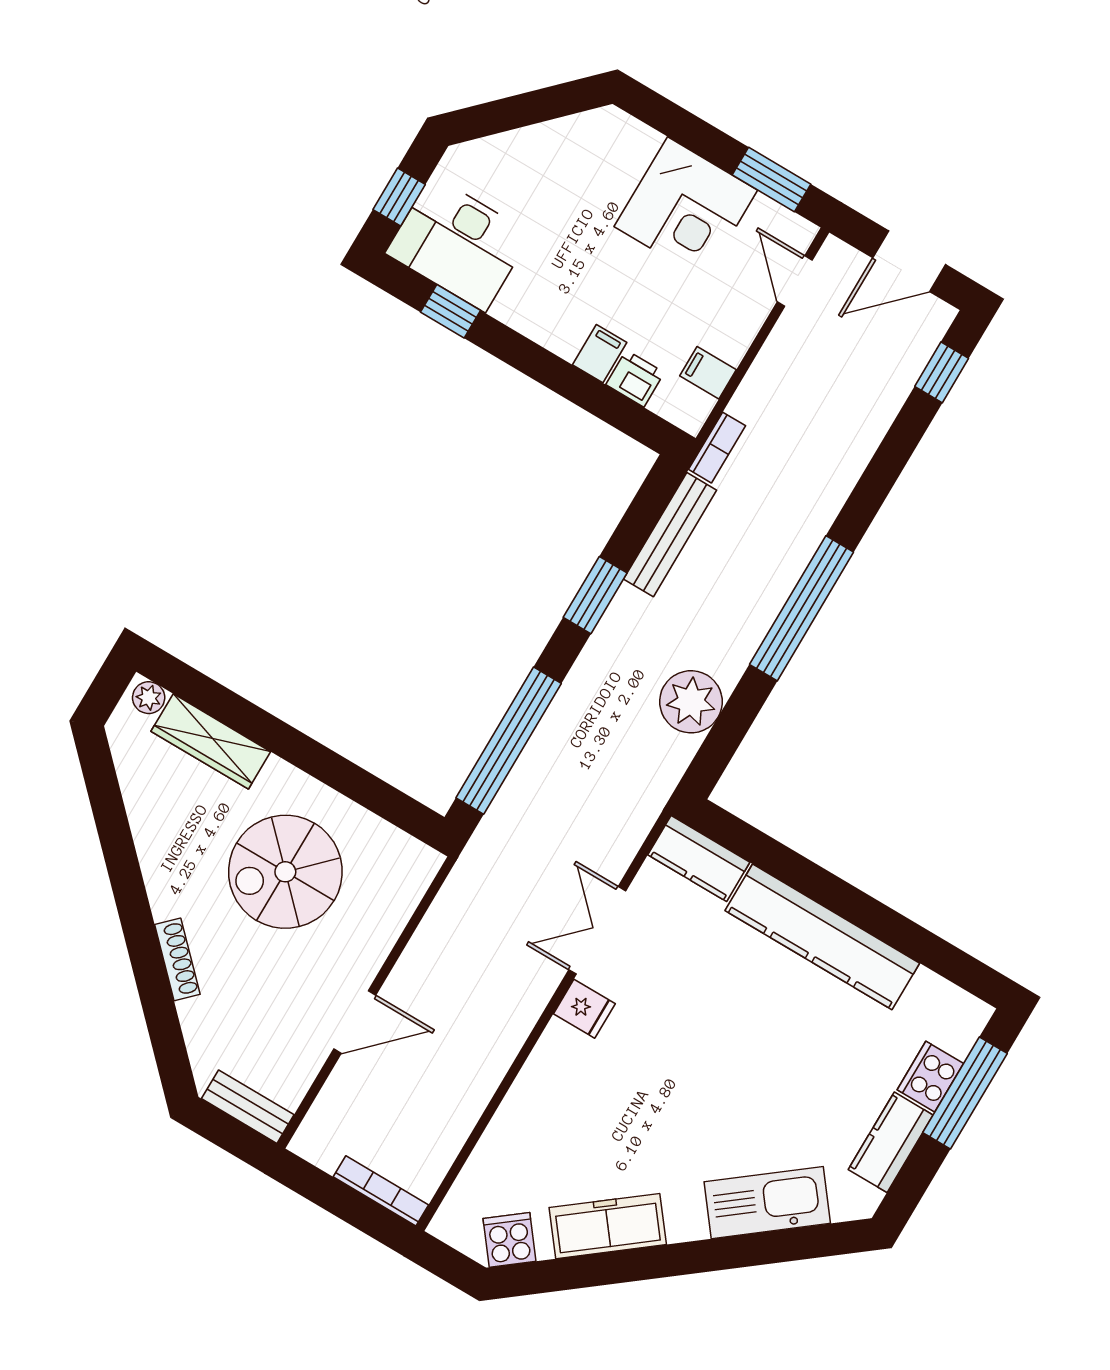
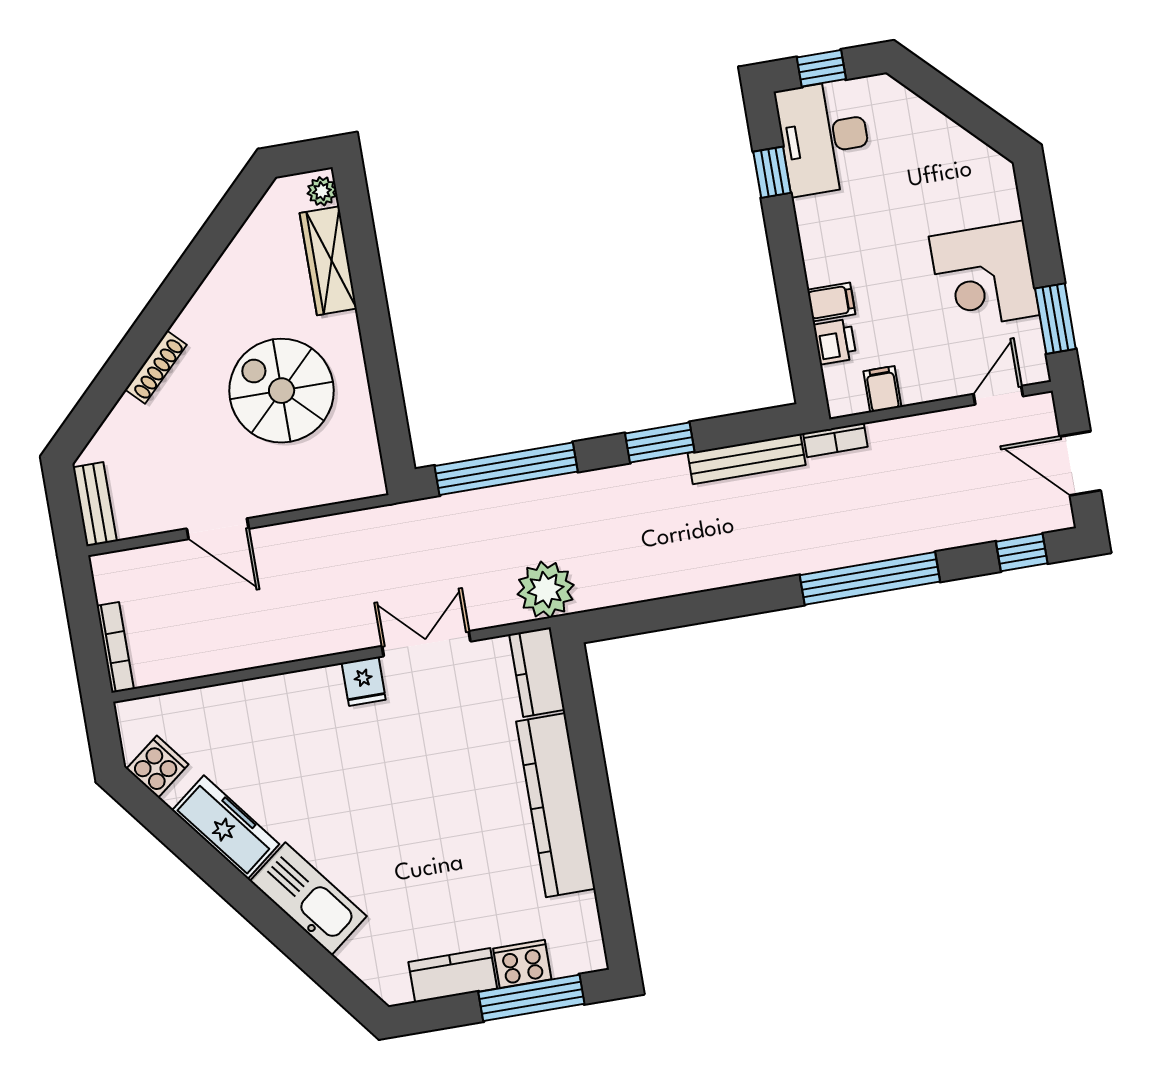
window: (802, 608) -> (870, 578), moved
plant: (691, 702) -> (546, 590), moved
kitchen sink: (767, 1203) -> (308, 899), moved

